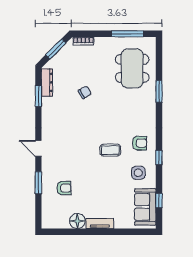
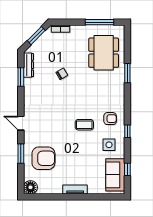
armchair: (64, 188) -> (43, 158), width x1.88, depth x1.88
floor lamp: (77, 221) -> (30, 187), moved

